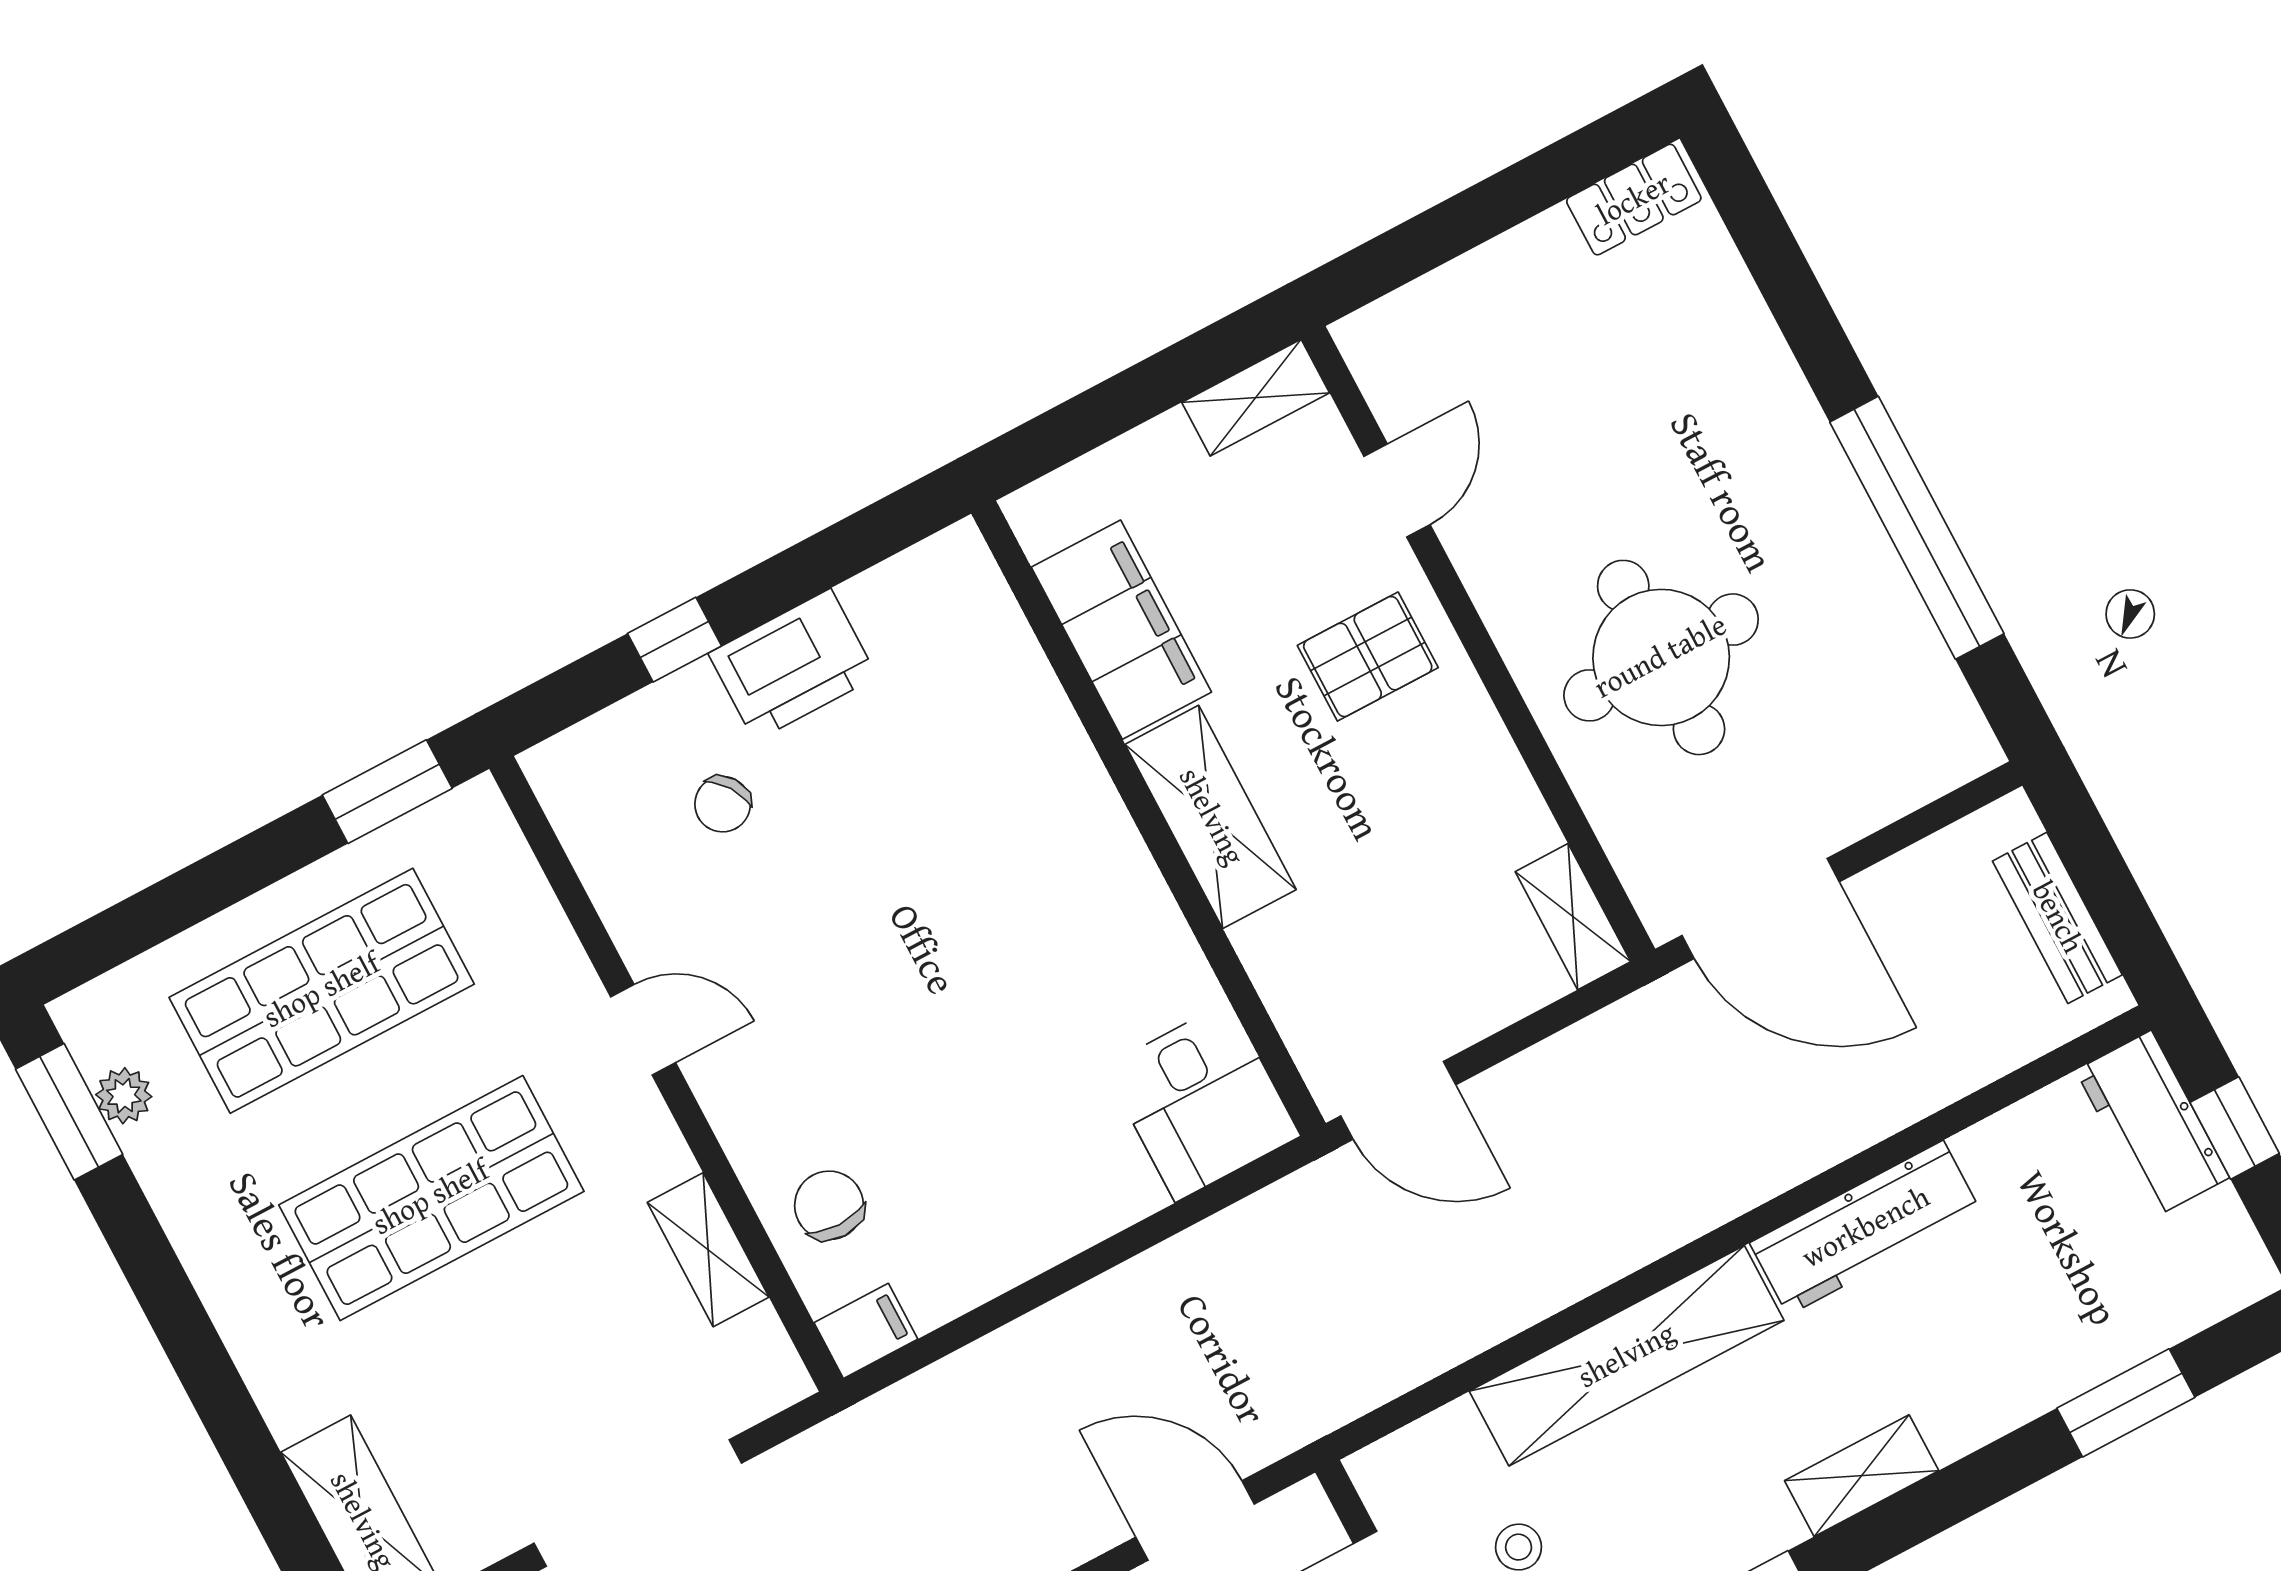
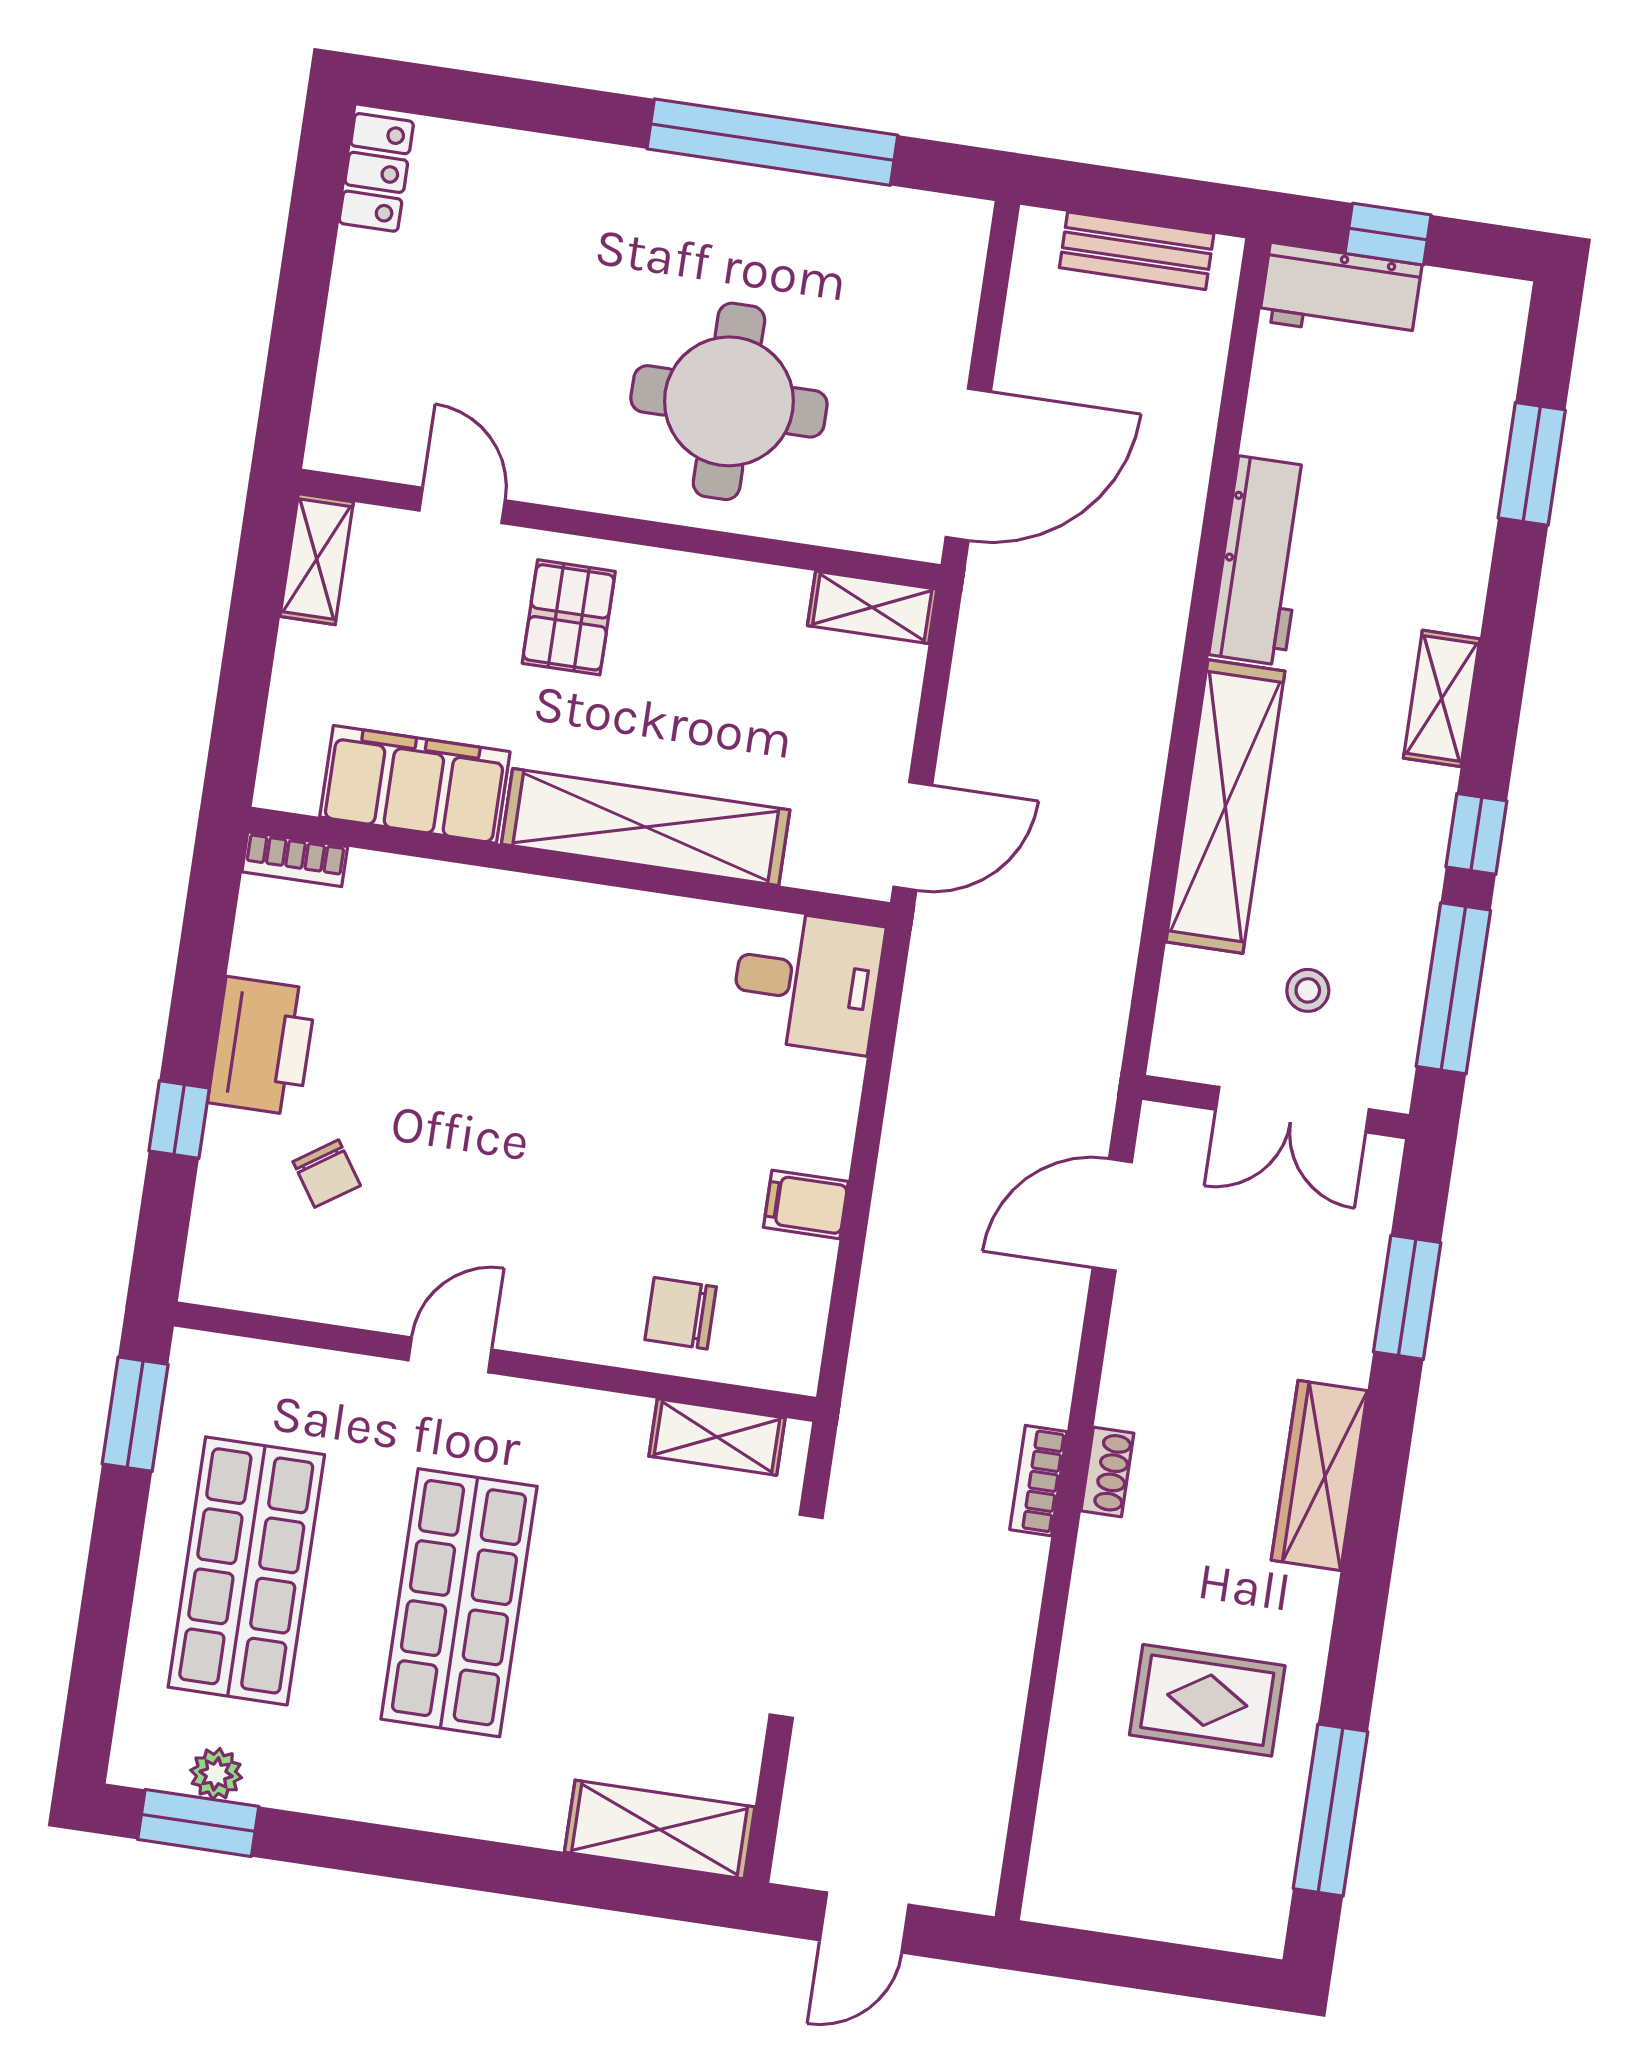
bookcase: (978, 573) -> (295, 859), added
shelving: (1211, 817) -> (646, 827), width x1.47
shelving: (708, 1250) -> (717, 1437), moved
filing cabinet: (866, 1331) -> (806, 1204), moved, turned -90

